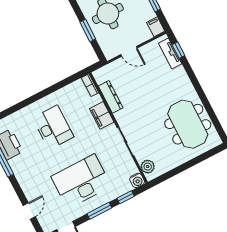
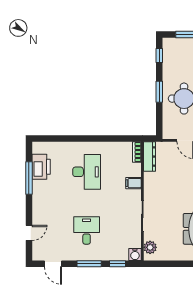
window: (88, 30) -> (159, 92), moved
dresser: (111, 97) -> (149, 157), moved
filing cabinet: (102, 115) -> (133, 183), width x0.50
desk: (81, 181) -> (87, 230), width x0.53, depth x0.77

